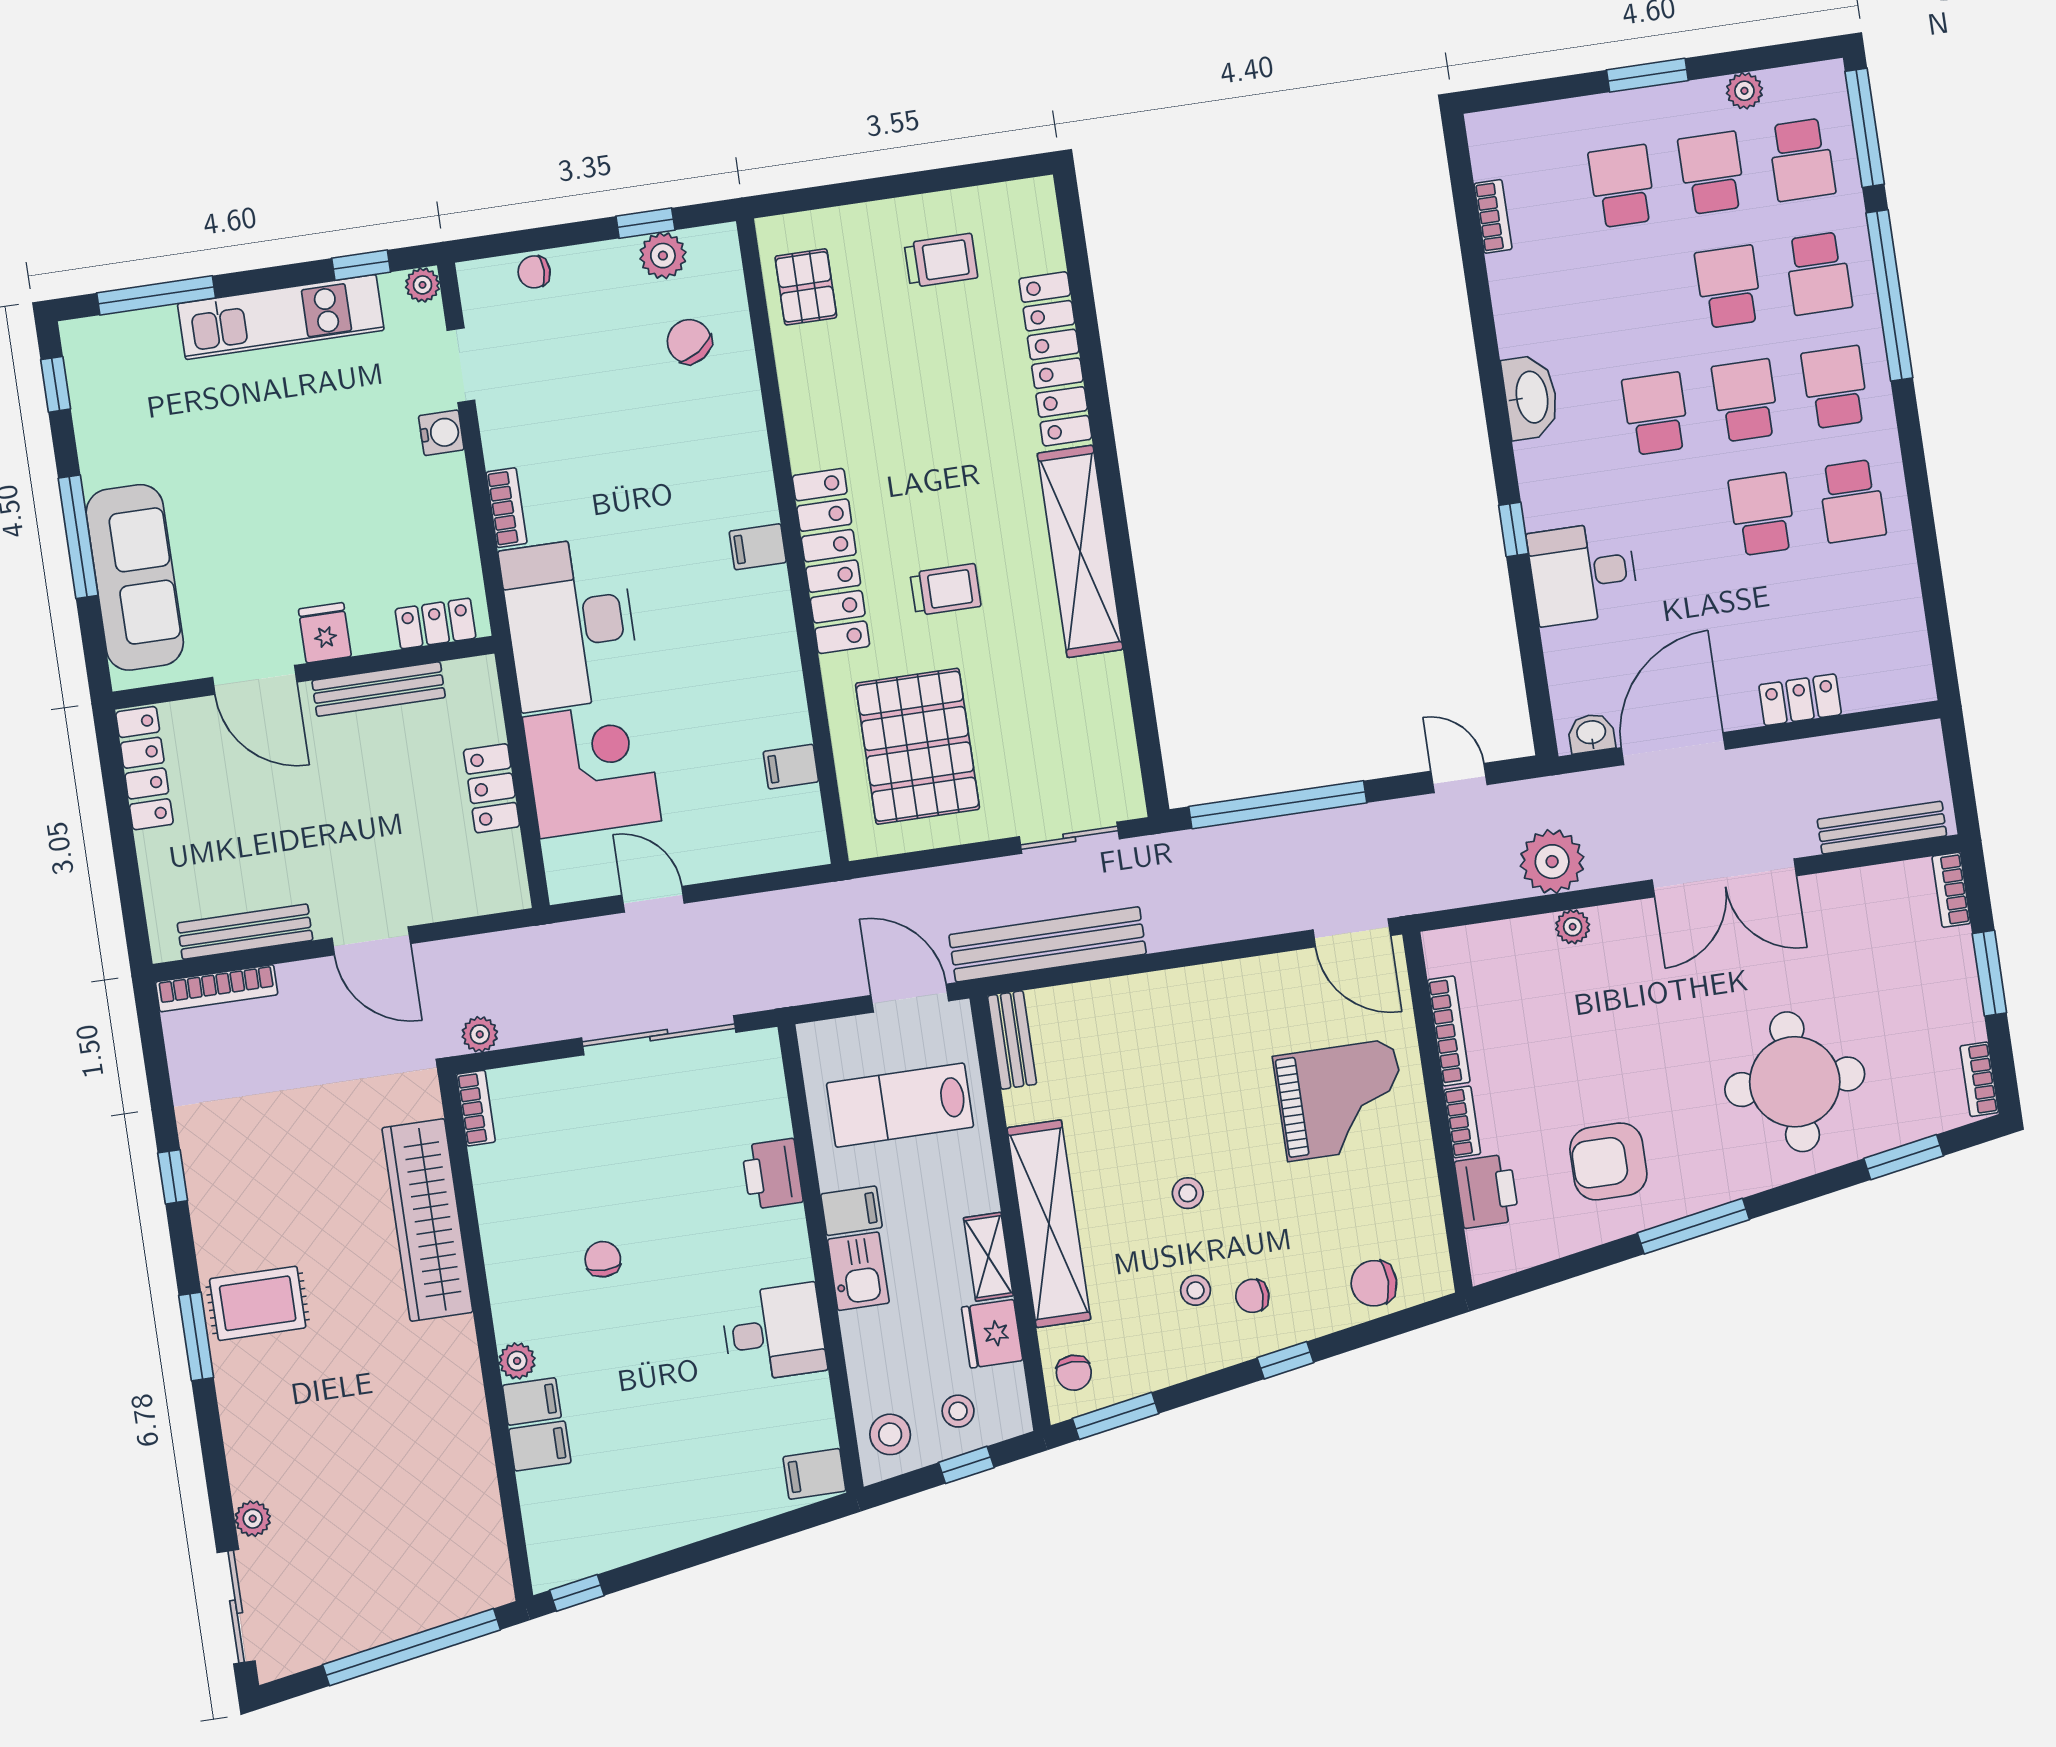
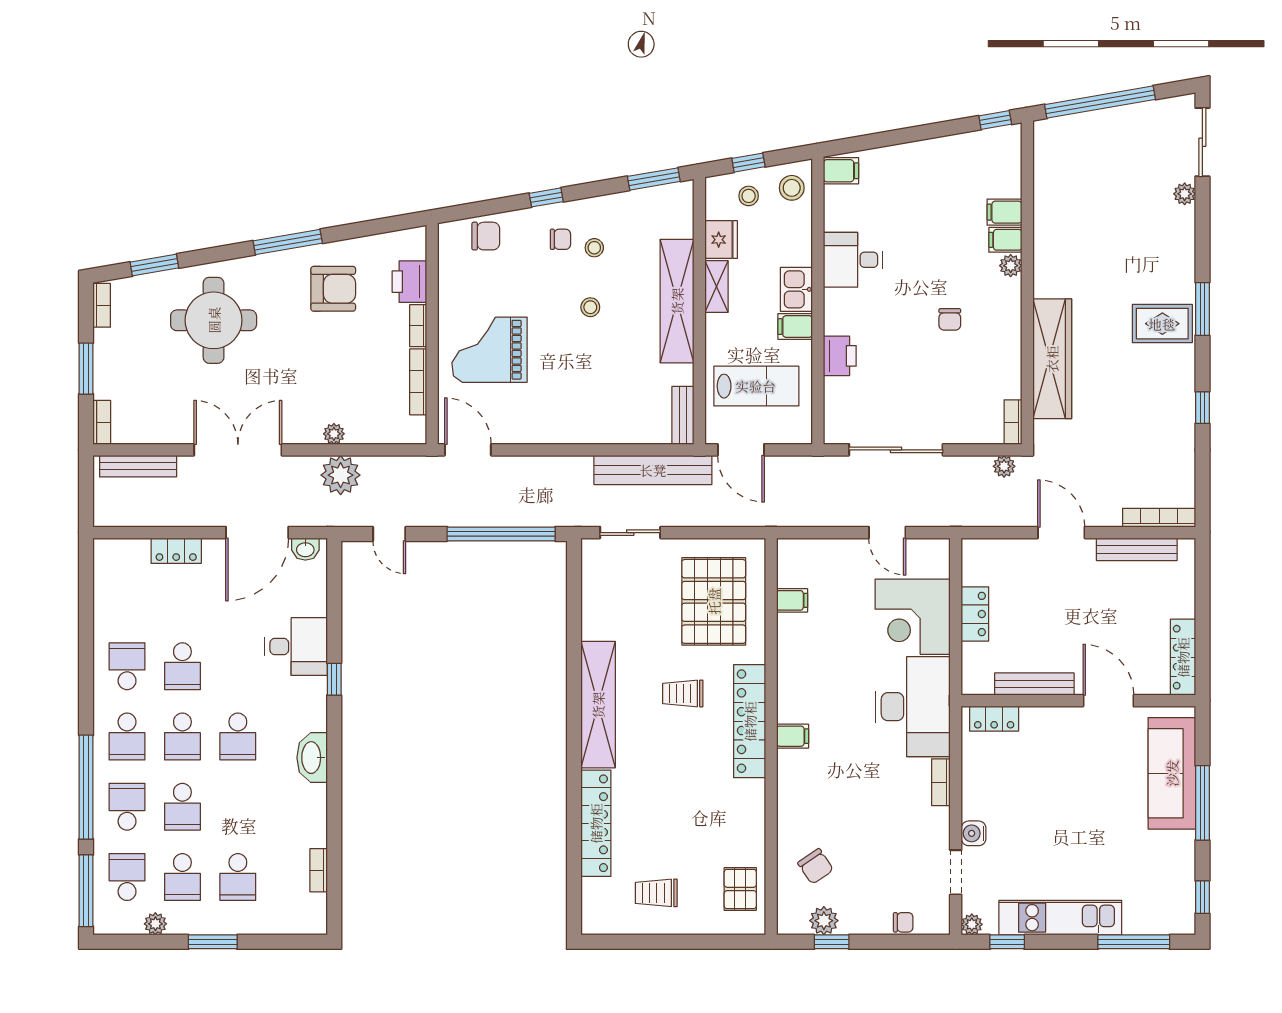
fridge: (325, 633) -> (1062, 723), removed
chair: (1074, 1373) -> (675, 209), removed

